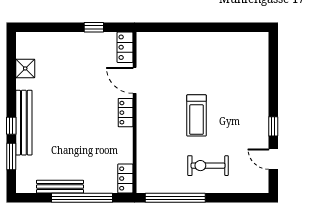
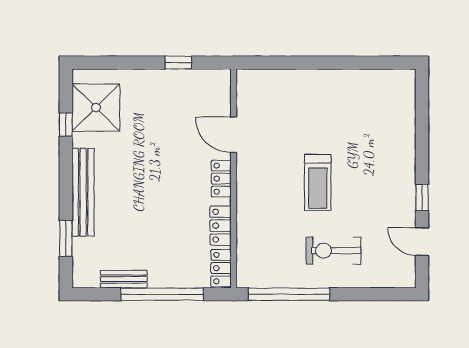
locker: (125, 47) -> (221, 226), moved
shower: (25, 68) -> (96, 108), width x1.86, depth x1.86
window: (11, 126) -> (66, 125), moved
bench: (60, 187) -> (124, 279), width x0.73

